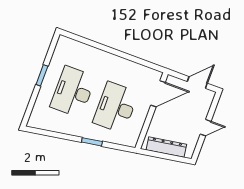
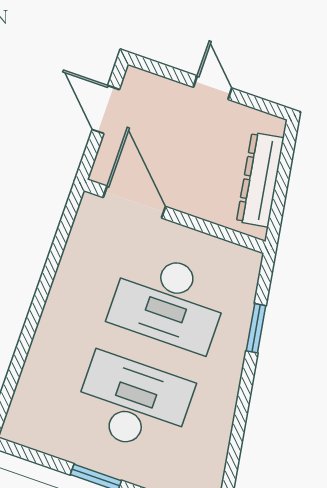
desk: (73, 92) -> (133, 403), turned 180
window: (92, 142) -> (256, 328), moved

